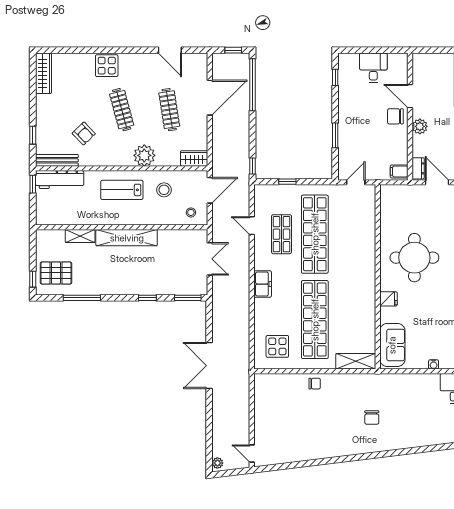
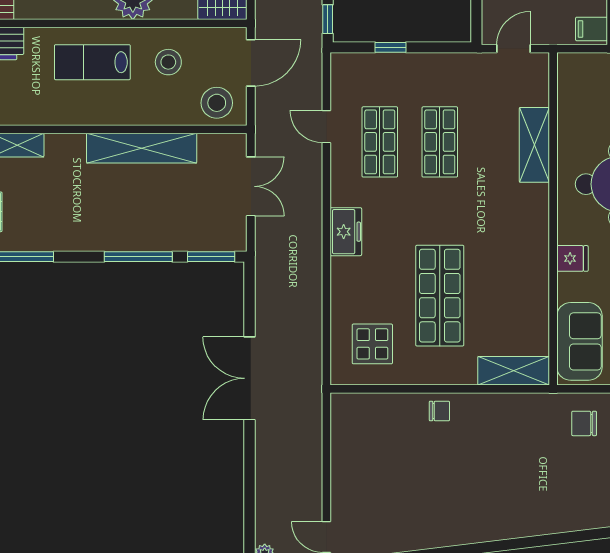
stool: (191, 212) -> (217, 103), width x1.89, depth x1.89
shop shelf: (315, 234) -> (440, 142), width x0.50, depth x0.74
shelving: (367, 236) -> (534, 145), added
shelving: (127, 238) -> (142, 148), moved
window: (147, 298) -> (138, 257), width x2.17
shop shelf: (315, 320) -> (440, 296), width x0.71
chair: (372, 417) -> (584, 423), moved, turned 90

